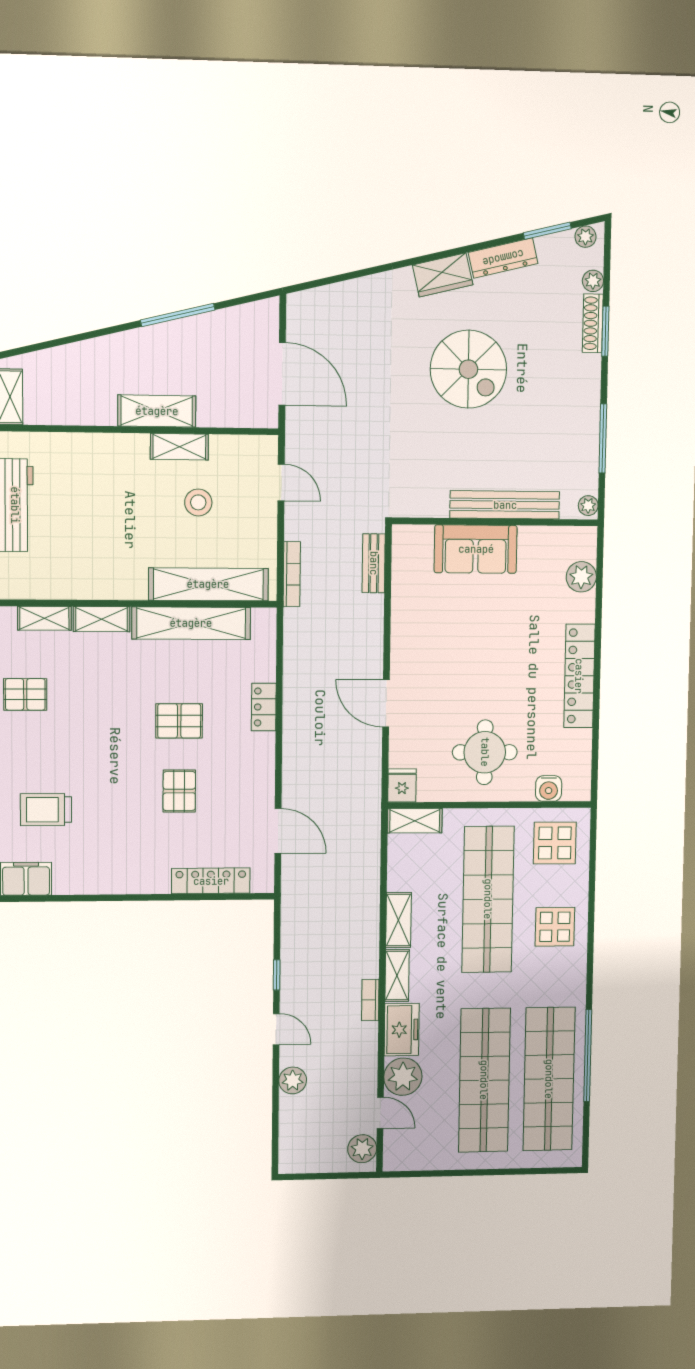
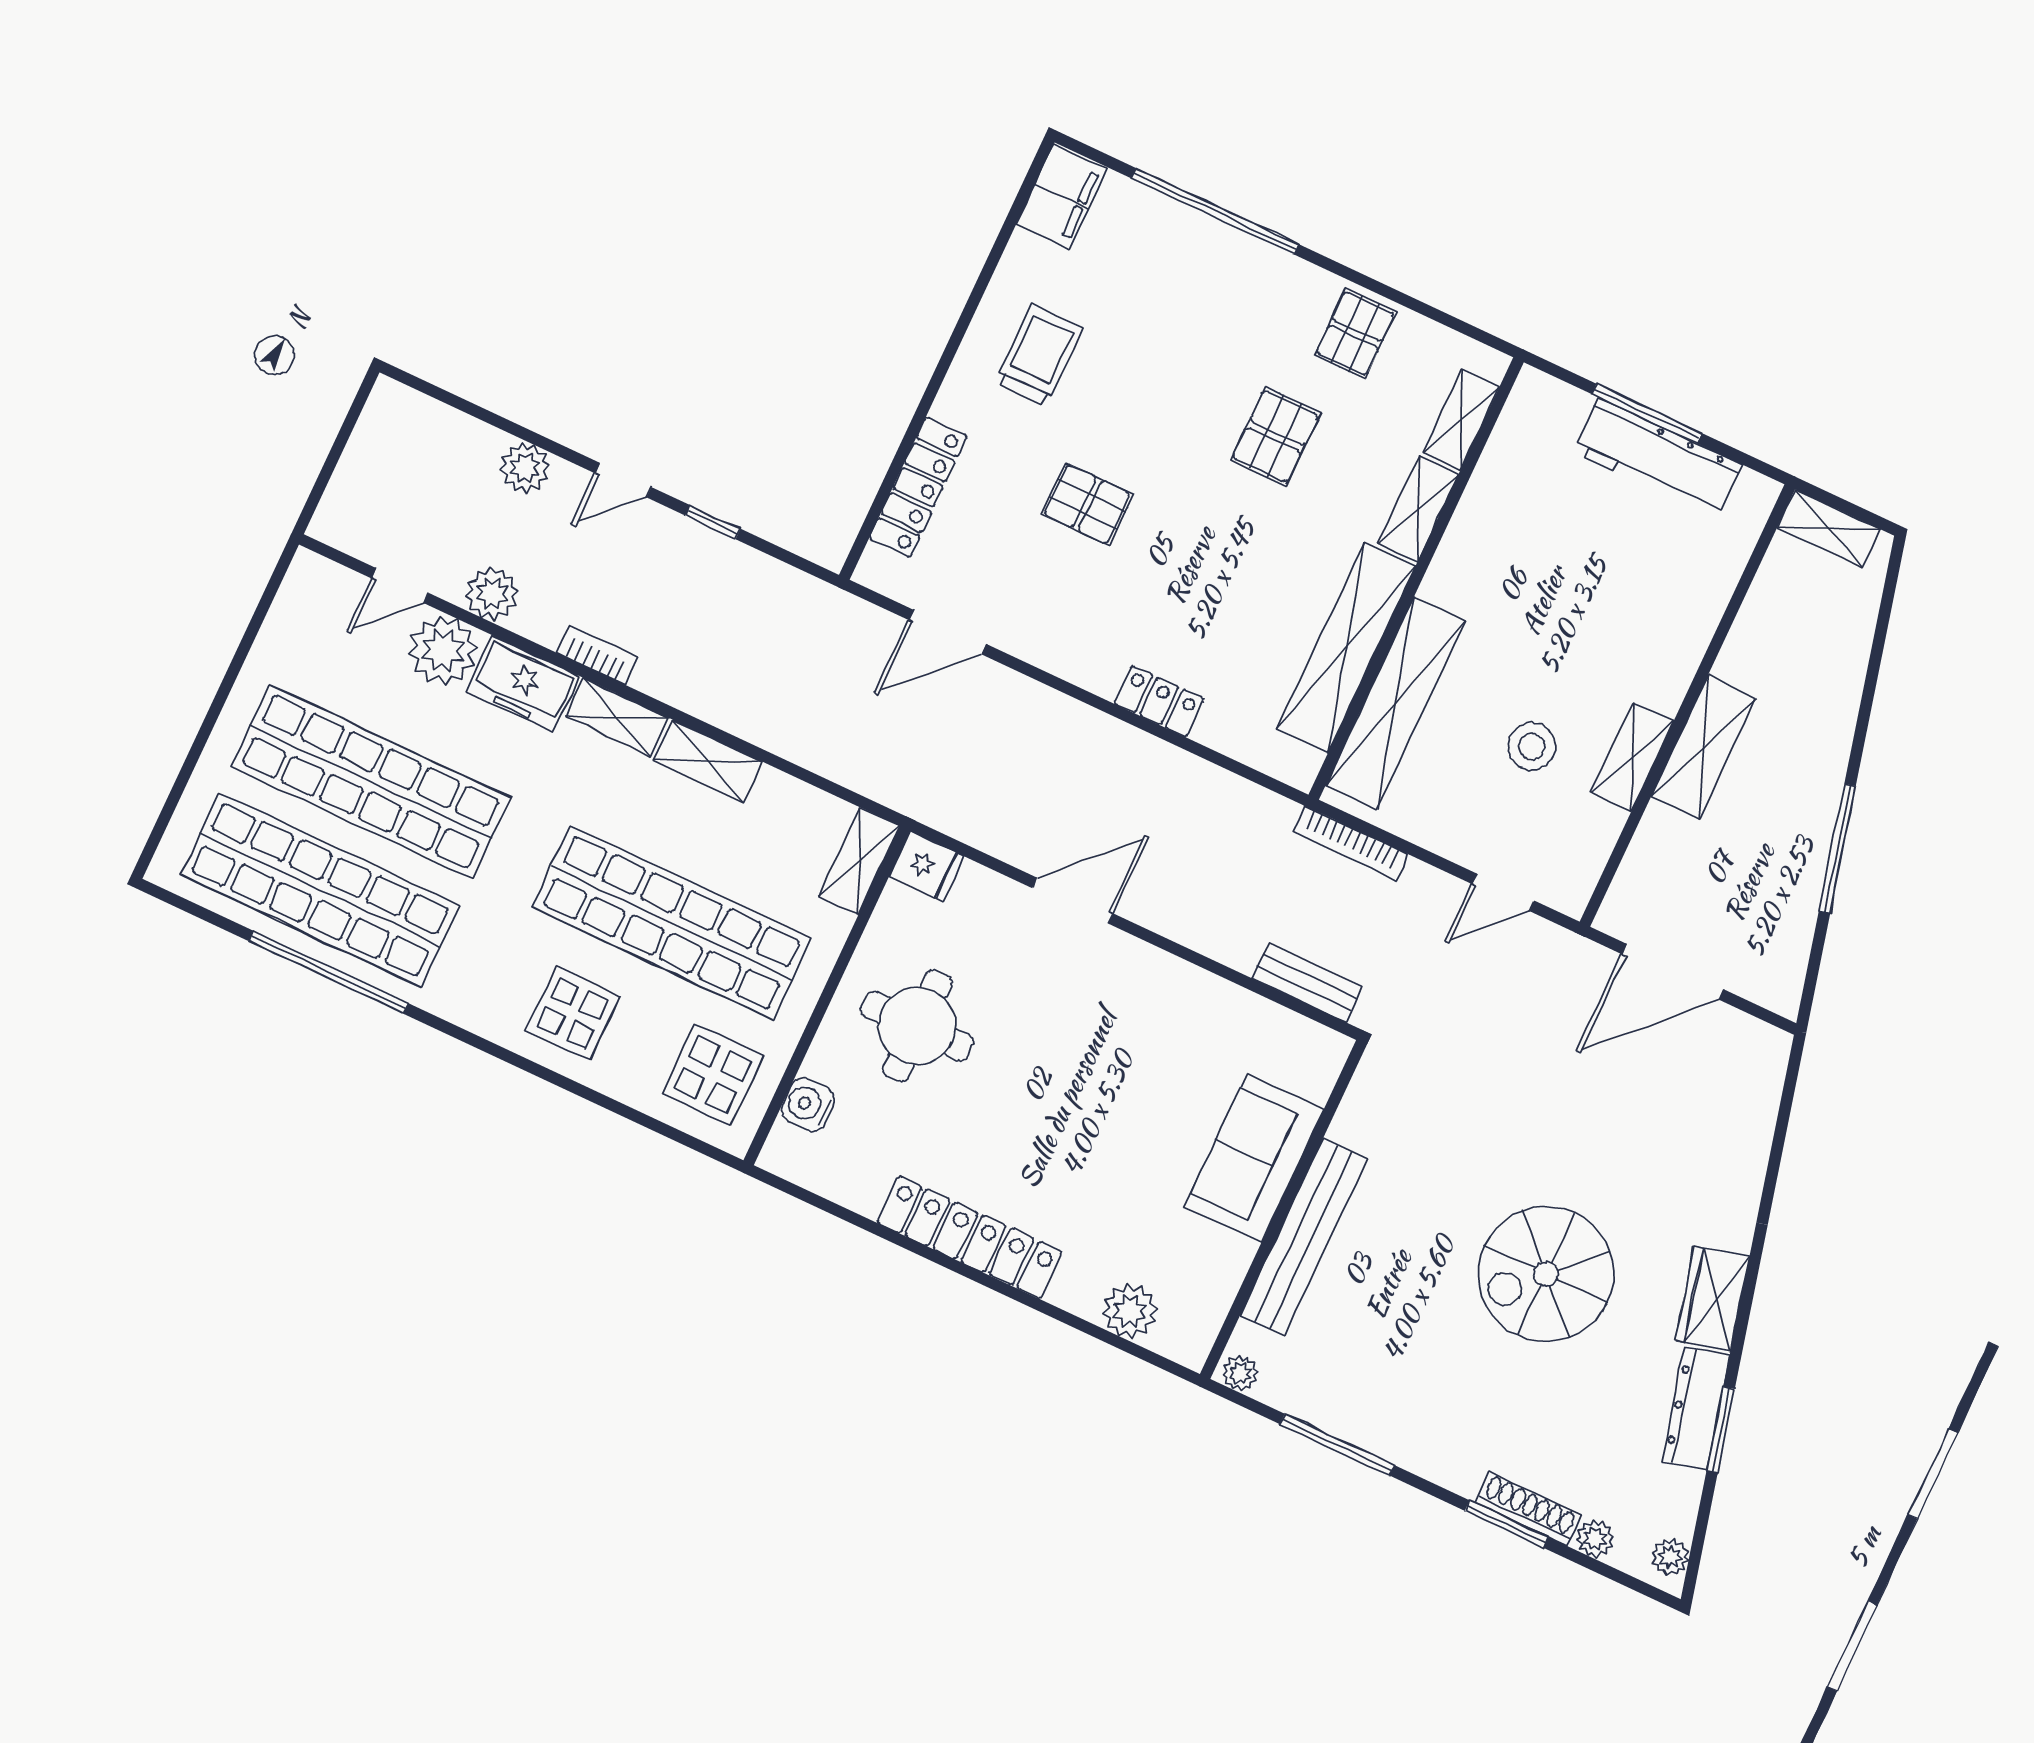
window: (547, 231) -> (1721, 1430), moved
pallet: (179, 721) -> (1275, 436), moved
trolley: (46, 810) -> (1039, 355), moved
plant: (362, 1149) -> (492, 593), moved

